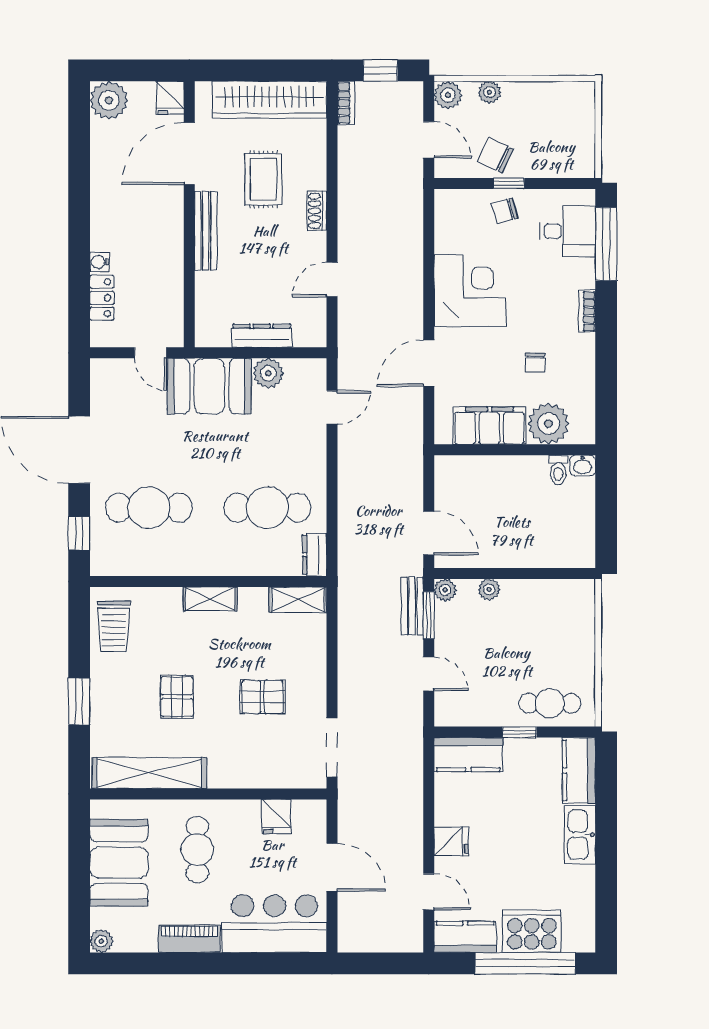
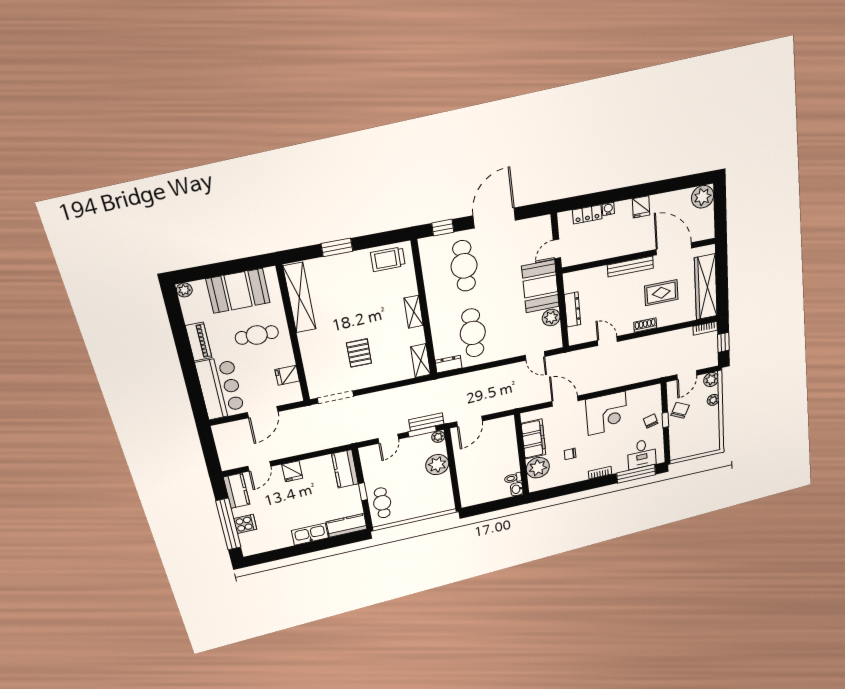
fridge: (170, 98) -> (641, 207), moved, turned -90
plant: (489, 589) -> (437, 465), width x1.88, depth x1.88
pallet: (177, 697) -> (351, 305), removed
cooker: (532, 931) -> (245, 524), width x0.53, depth x0.76

